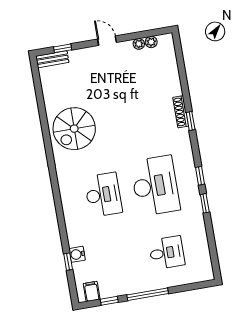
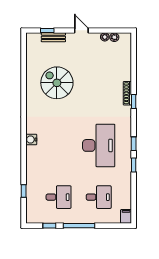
bench: (52, 59) -> (53, 37), moved
spiral stairs: (74, 129) -> (57, 83), moved, turned 90
desk: (103, 195) -> (59, 197), moved, width x0.73
water cooler: (77, 254) -> (31, 139), moved
filing cabinet: (92, 291) -> (126, 216), moved

